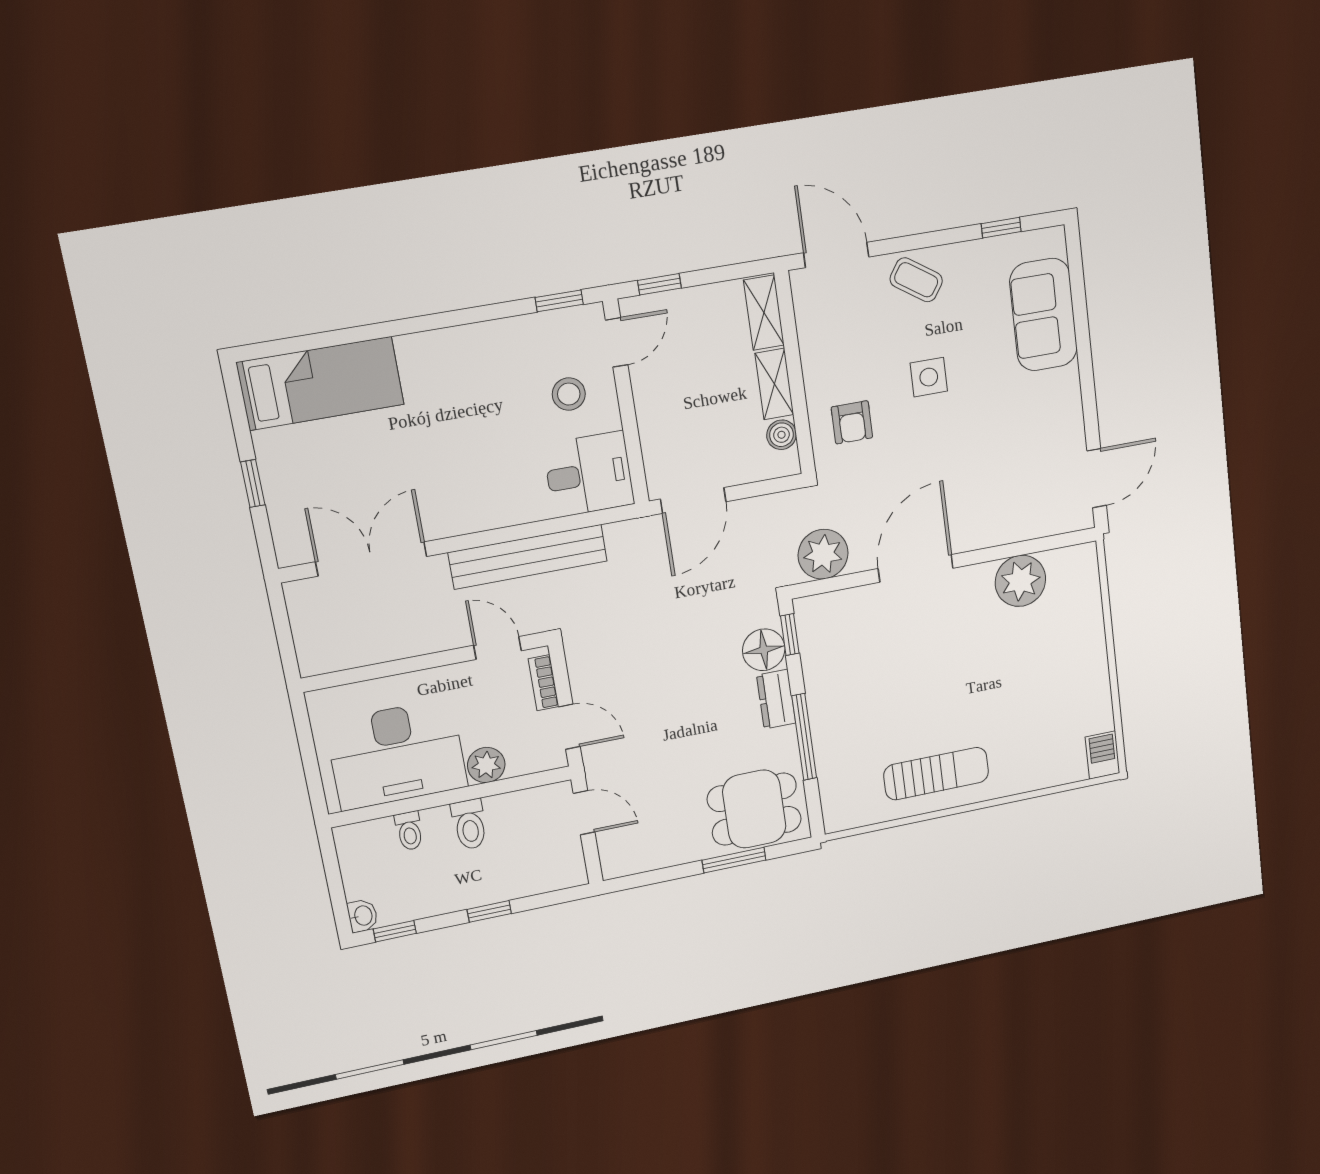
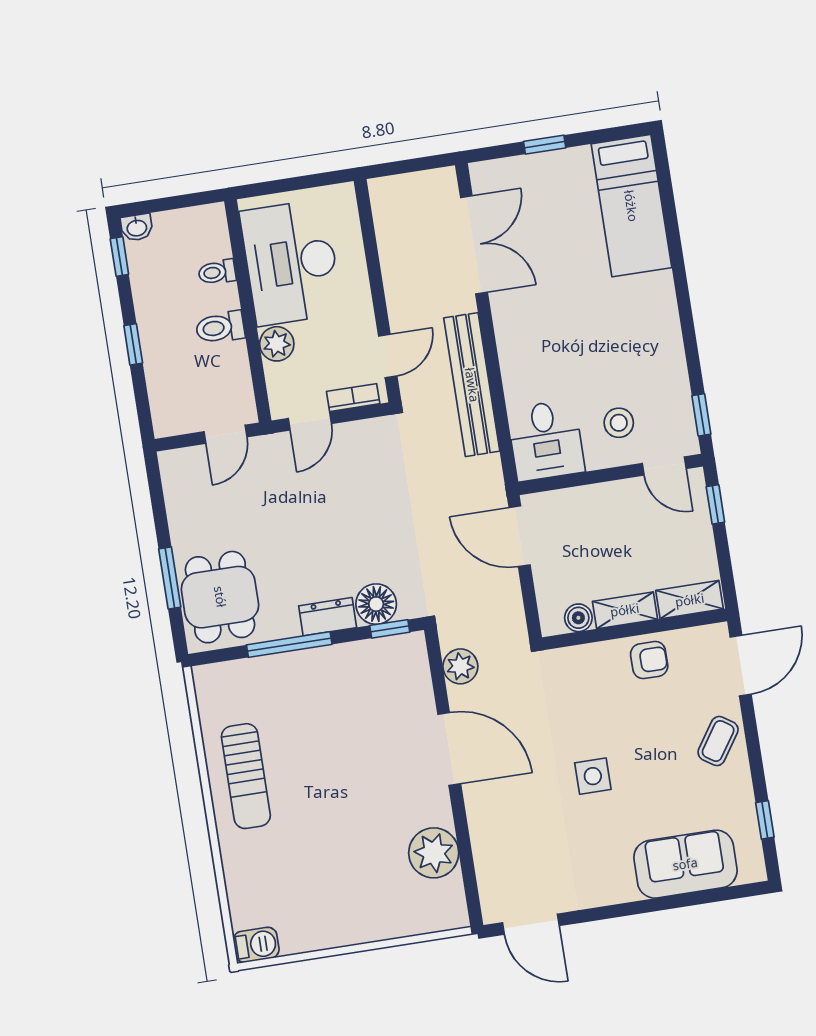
side table: (929, 377) -> (593, 776), moved
armchair: (852, 422) -> (649, 660), moved, turned 180
plant: (823, 554) -> (460, 666), width x0.73, depth x0.73

